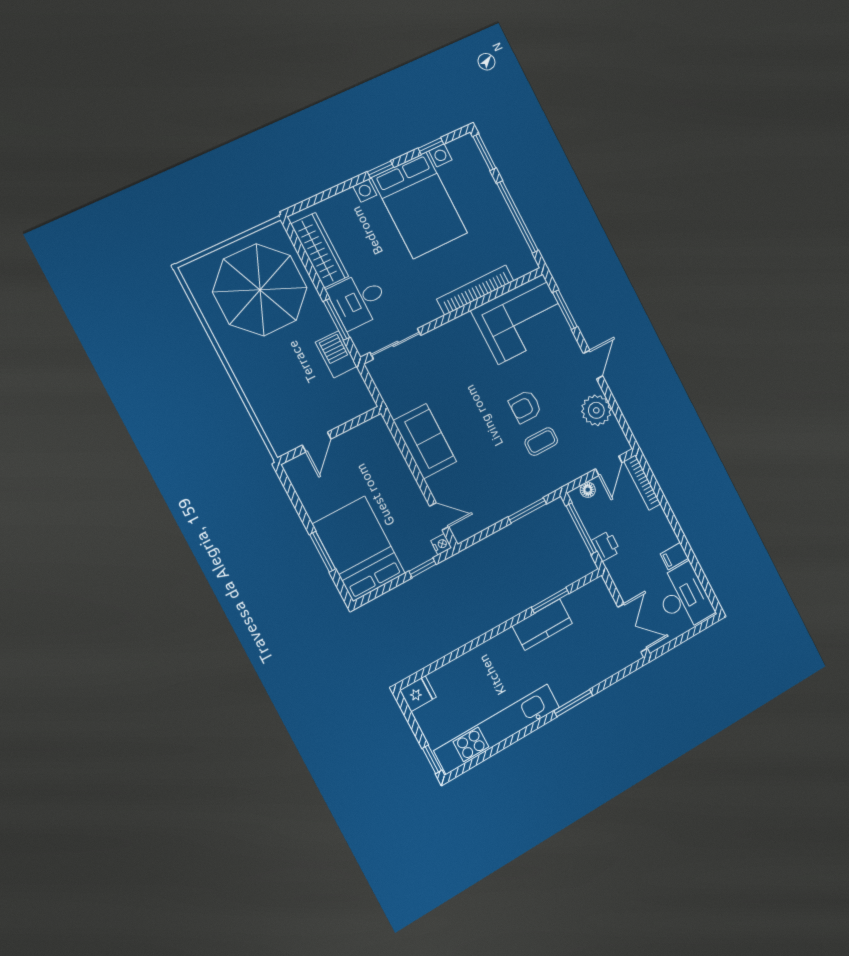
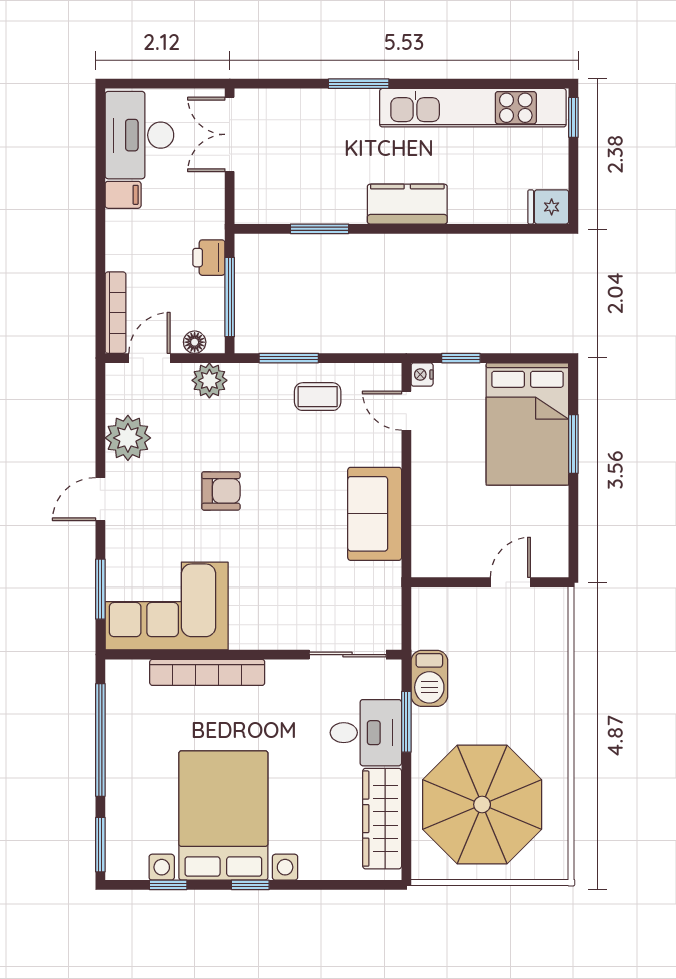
coffee table: (541, 442) -> (318, 397), moved
plant: (567, 471) -> (209, 380), added
kitchen counter: (542, 625) -> (407, 204), moved

